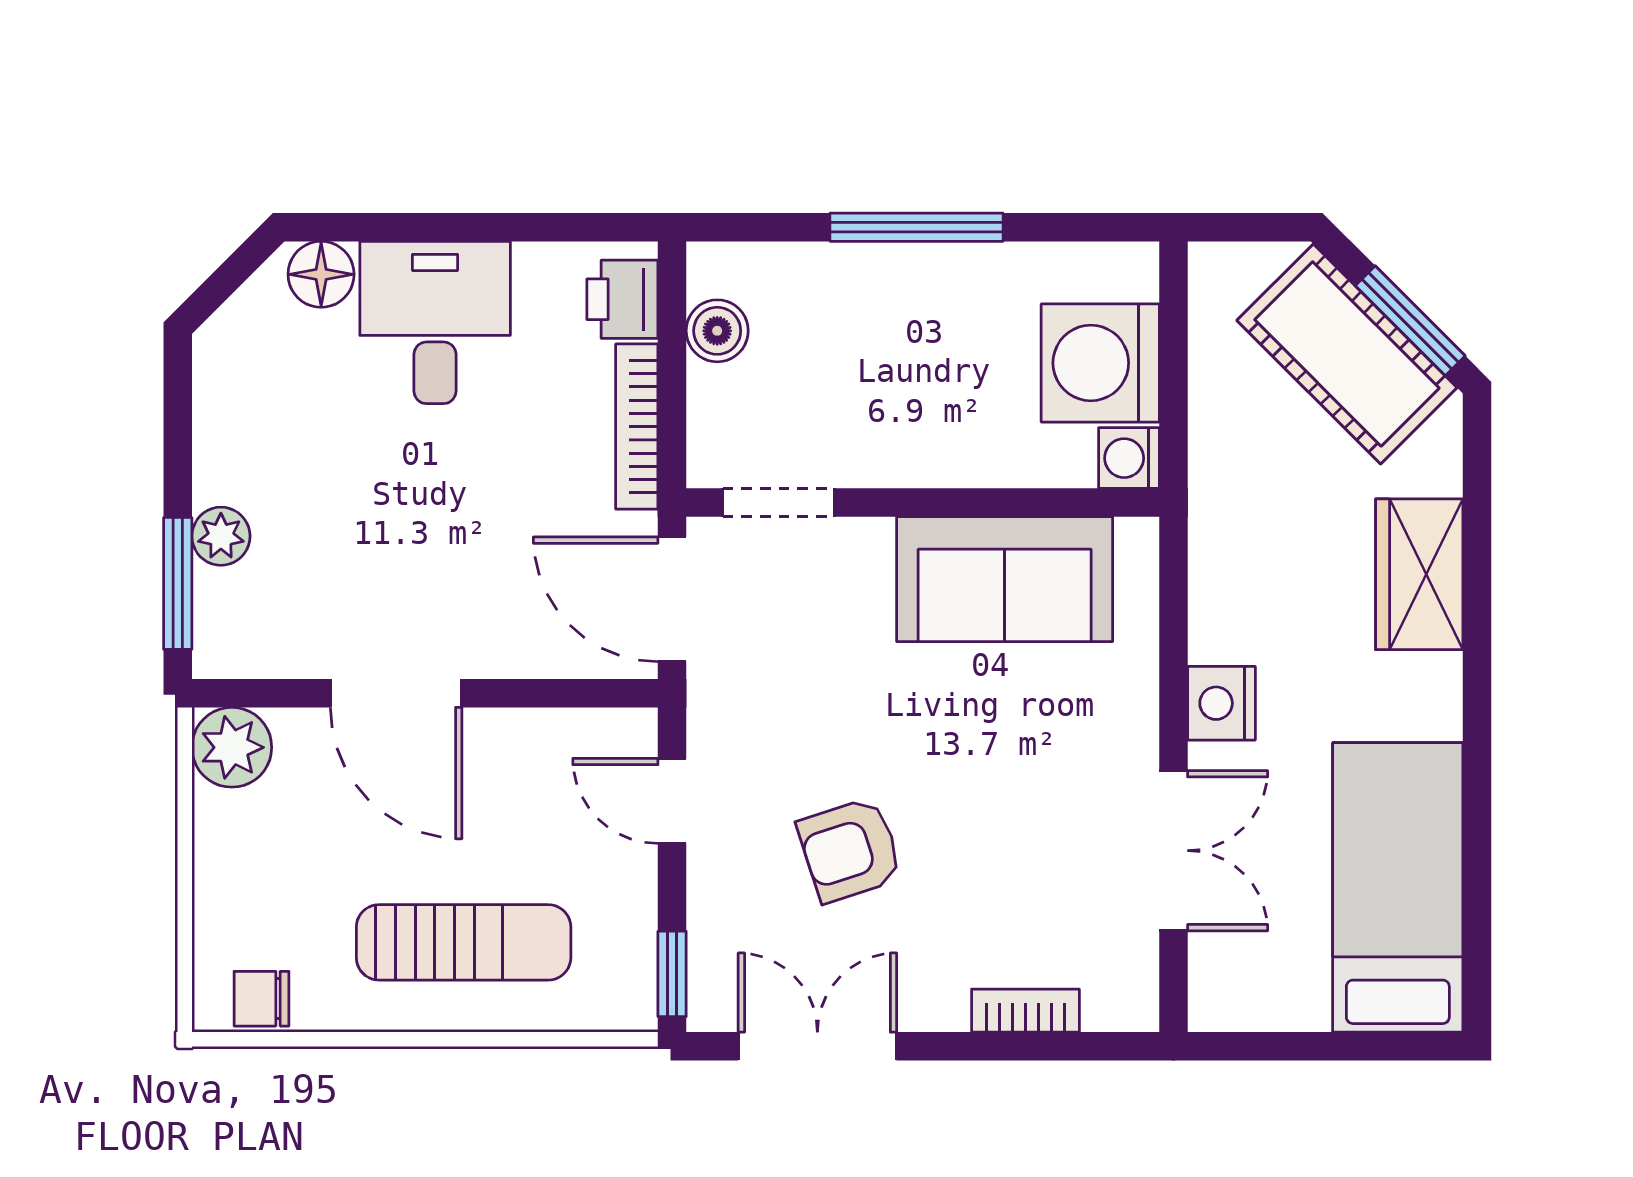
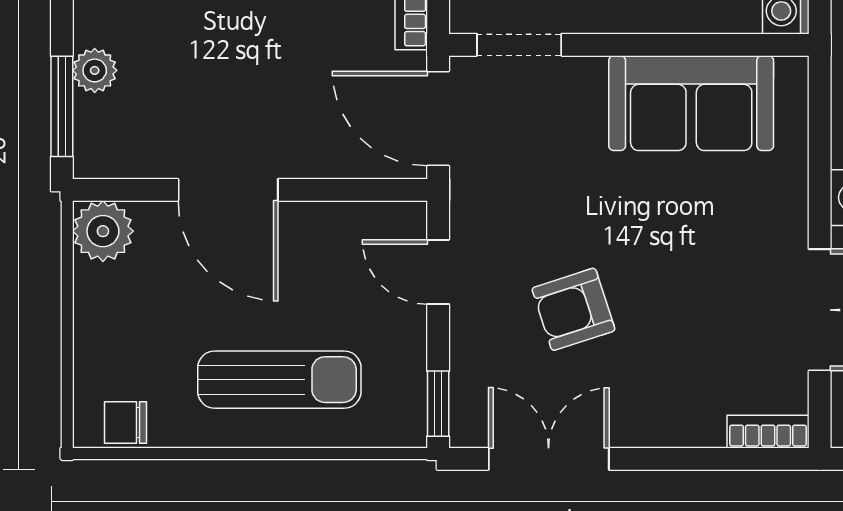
bookcase: (1025, 1011) -> (768, 432), moved

